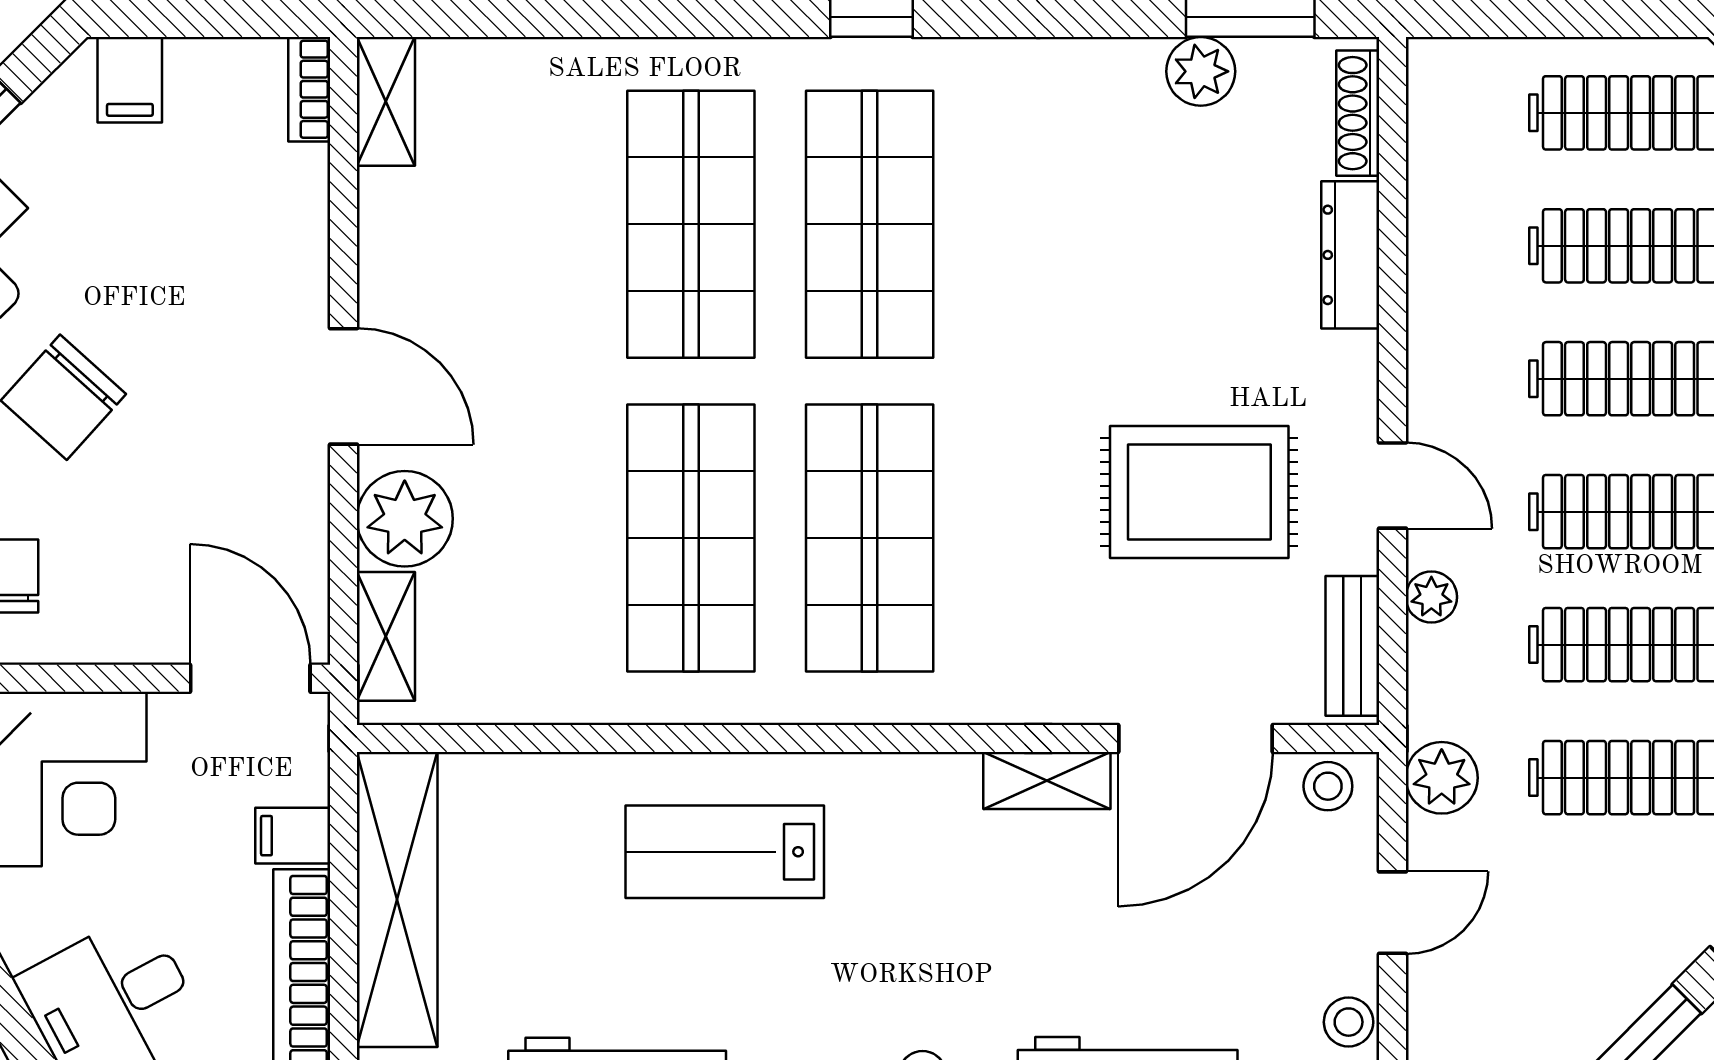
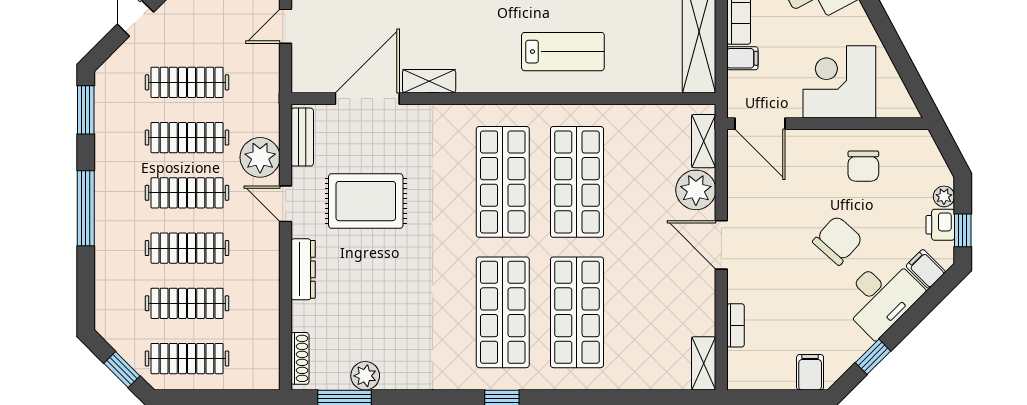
bookcase: (309, 89) -> (736, 325), moved
dresser: (1350, 255) -> (303, 269), moved
plant: (1431, 597) -> (260, 157), width x1.88, depth x1.88
plant: (1442, 778) -> (265, 82), removed
stool: (1328, 786) -> (312, 79), removed

